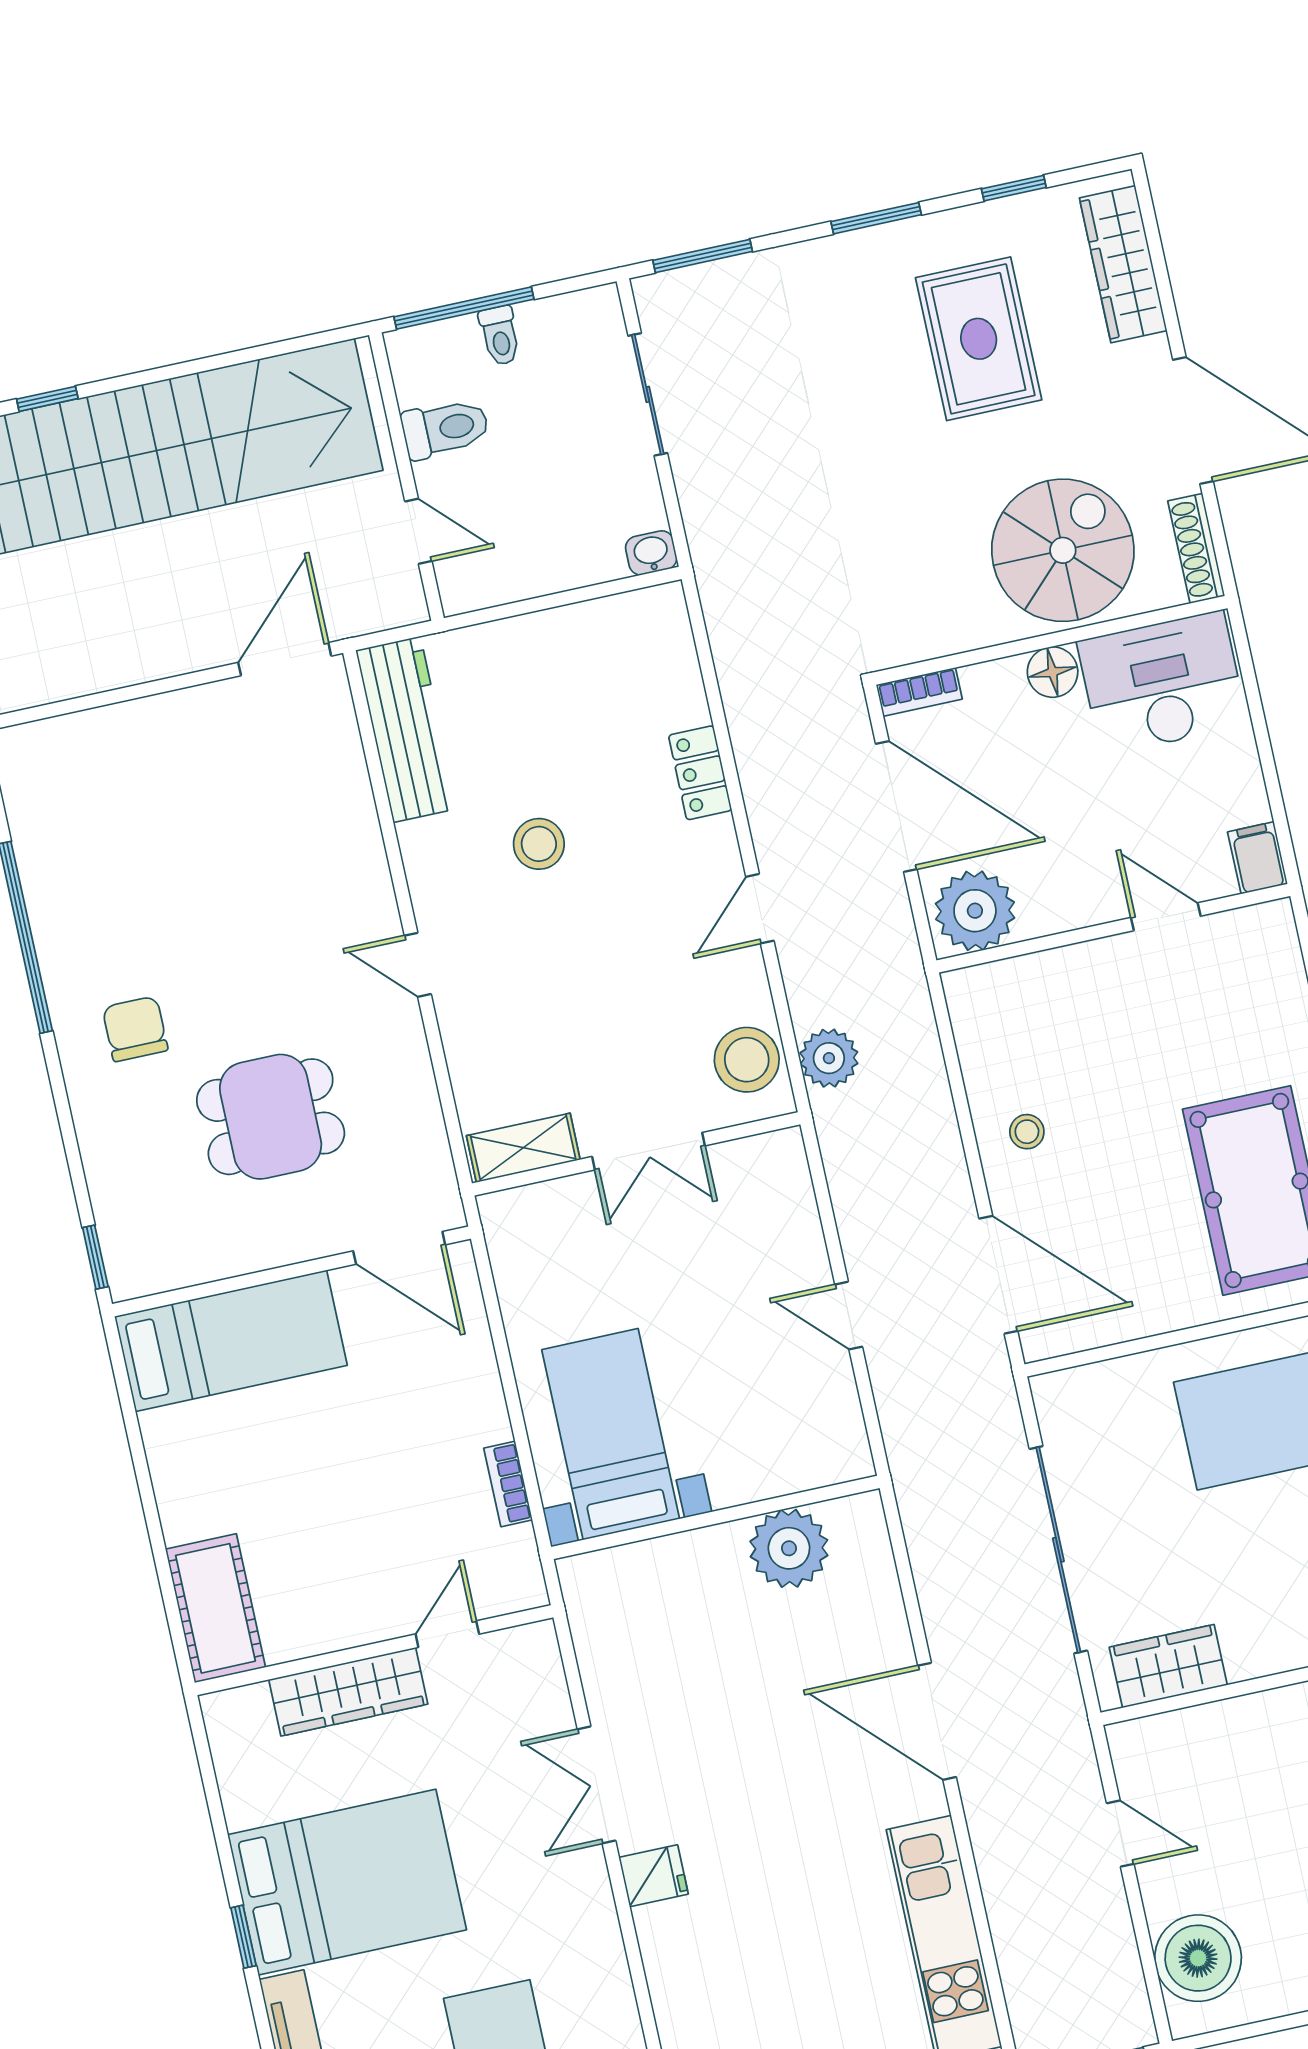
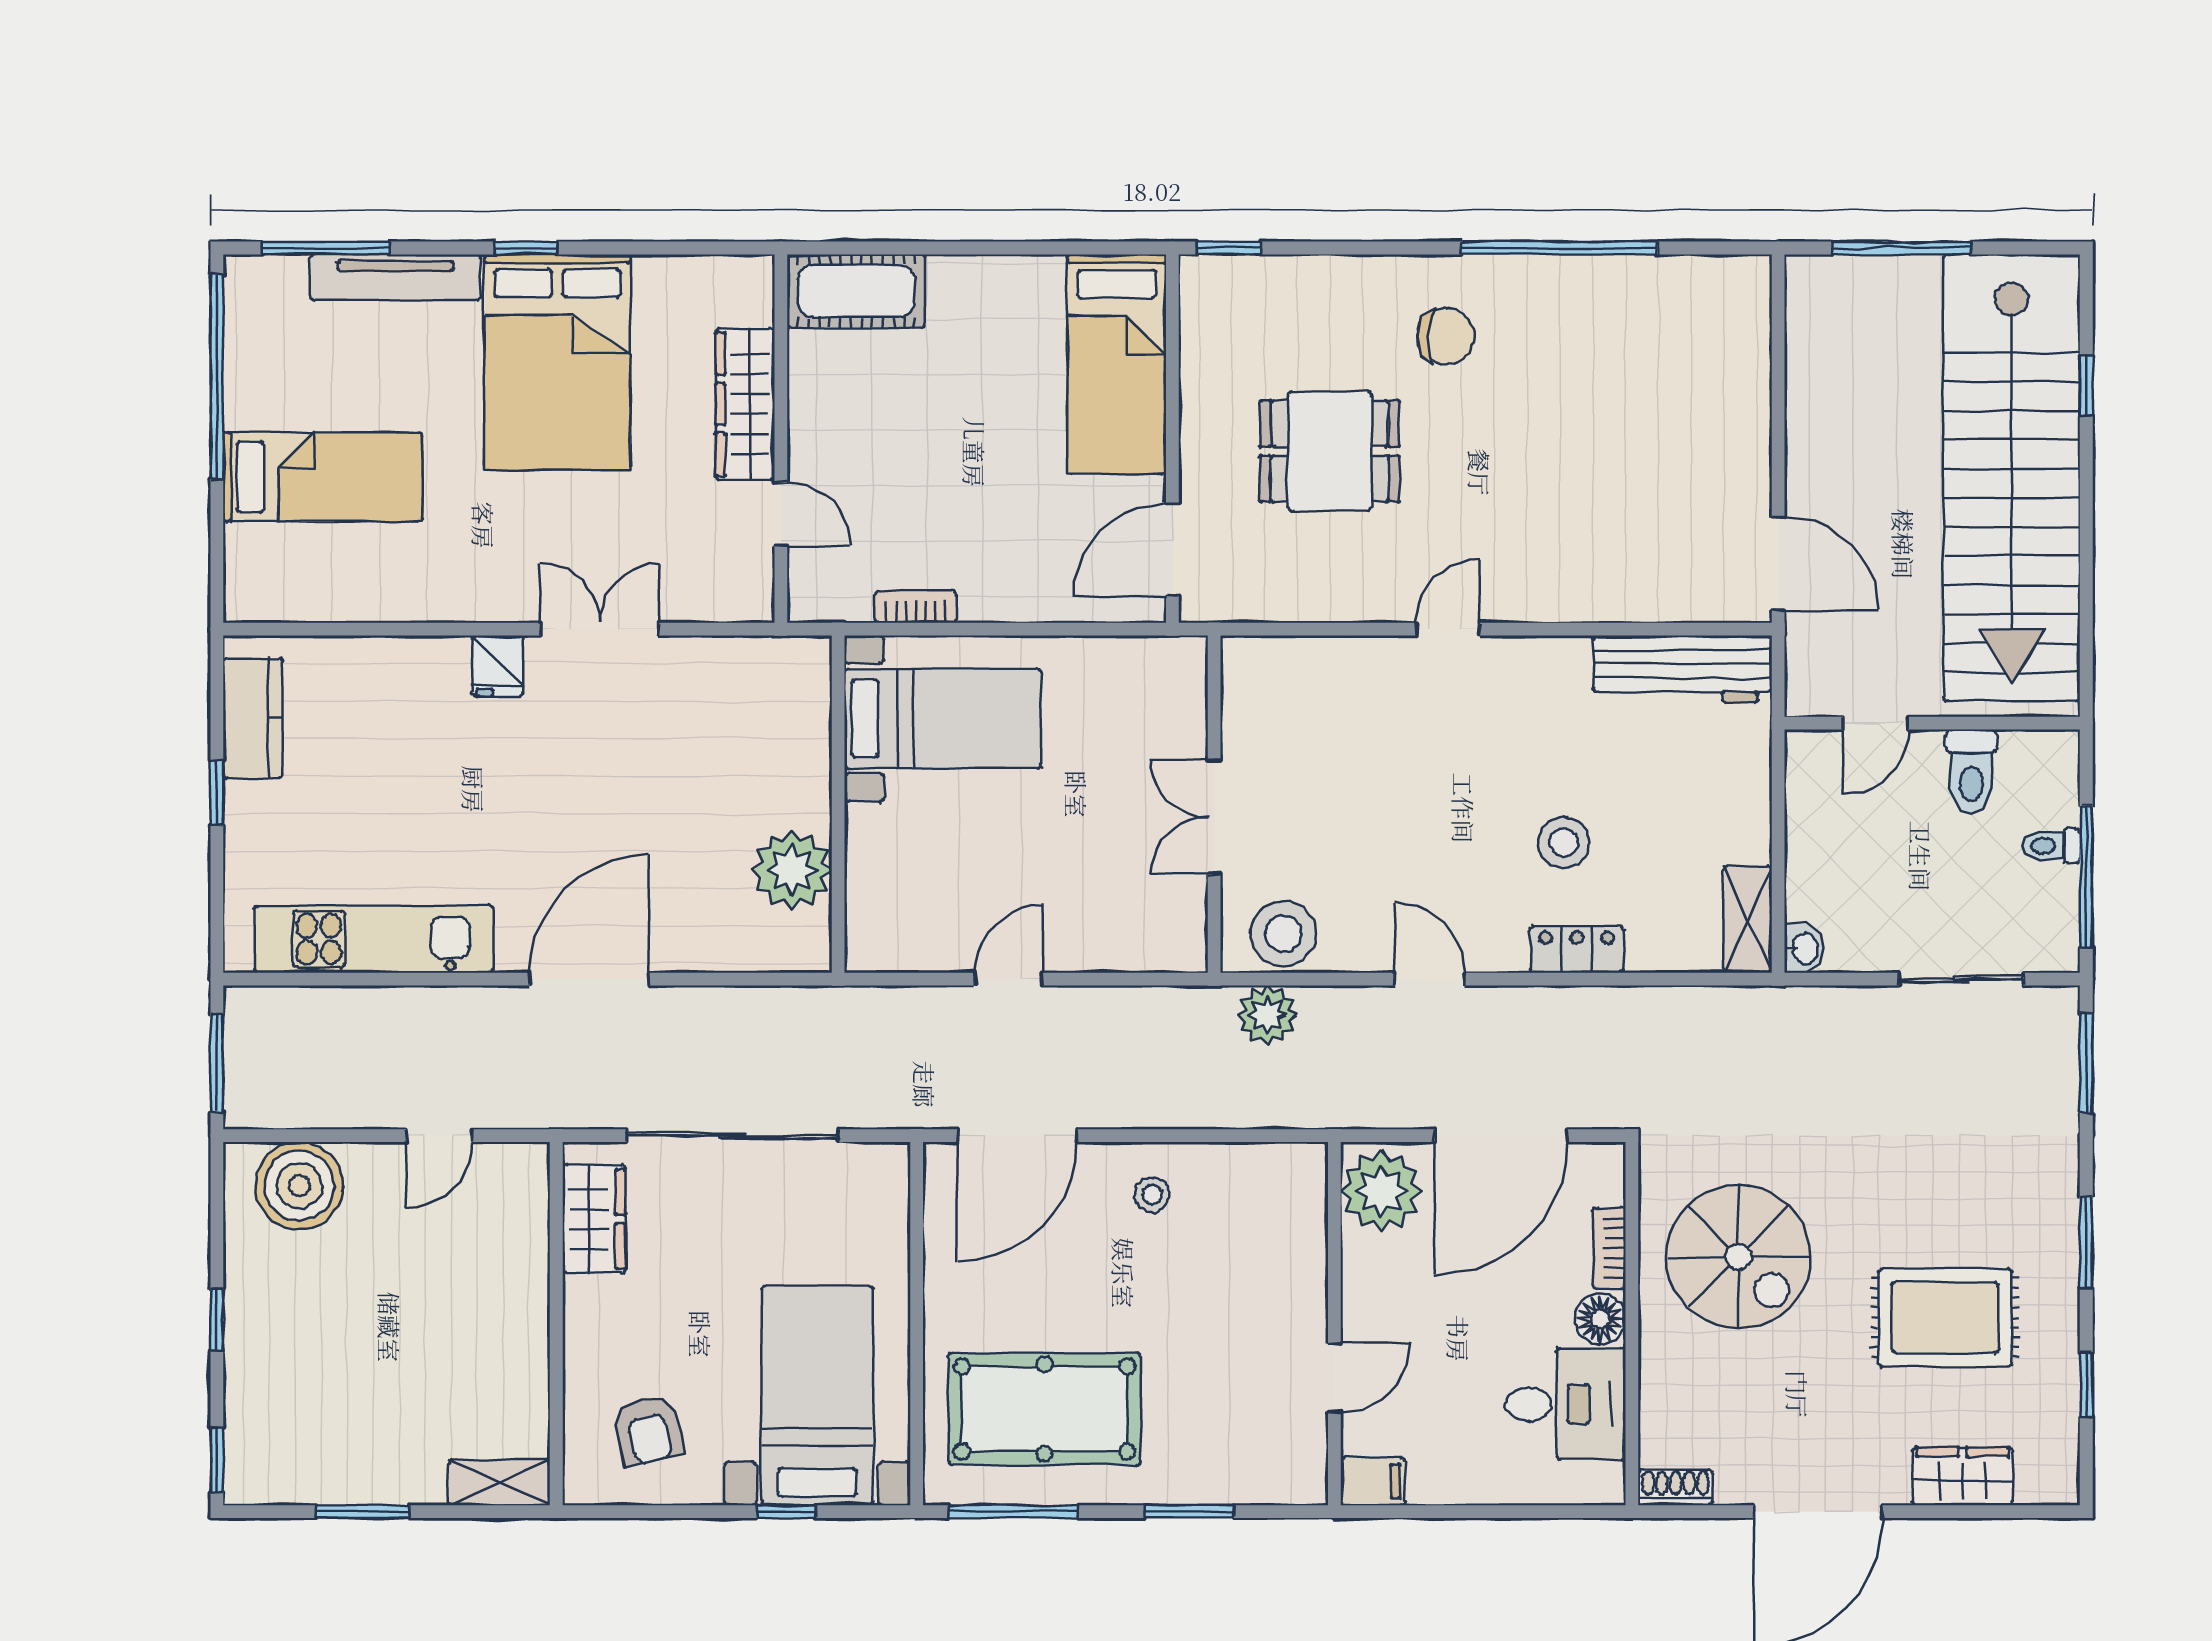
wardrobe: (1123, 264) -> (1963, 1476), width x0.67
window: (464, 308) -> (2086, 877), moved
shoe rack: (1196, 548) -> (1675, 1487), width x0.70
spiral stairs: (1063, 550) -> (1738, 1257), moved
desk: (1162, 683) -> (1566, 1404), width x0.73
bookcase: (919, 692) -> (1609, 1248), moved
stool: (539, 844) -> (1564, 842), moved
dining table: (271, 1117) -> (1330, 451), turned 90
shelving: (523, 1148) -> (1748, 919), moved

